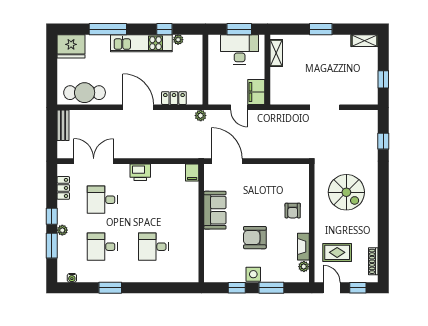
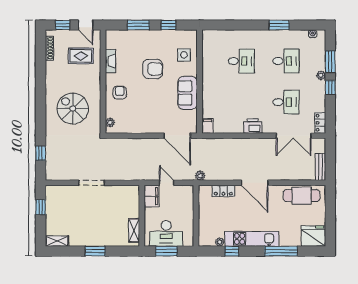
locker: (63, 188) -> (320, 123), moved
plant: (304, 267) -> (110, 122), moved
side table: (253, 274) -> (184, 55), moved

